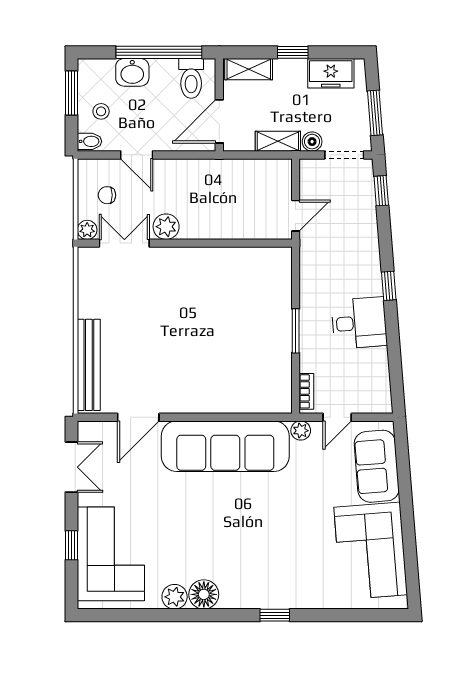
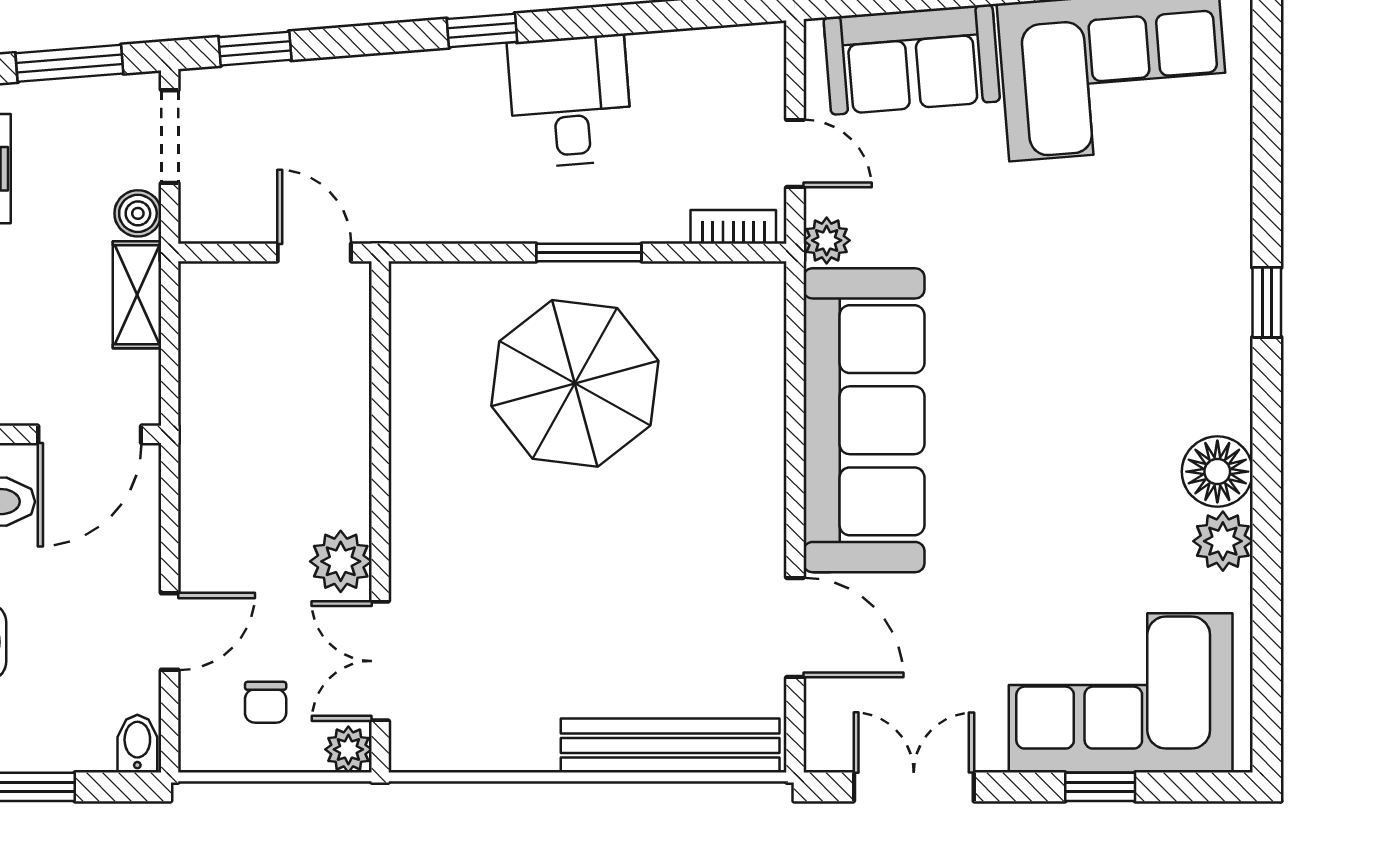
stool: (101, 111) -> (66, 716), removed
door: (219, 121) -> (90, 434), hinge flipped
parasol: (241, 325) -> (575, 383), added

